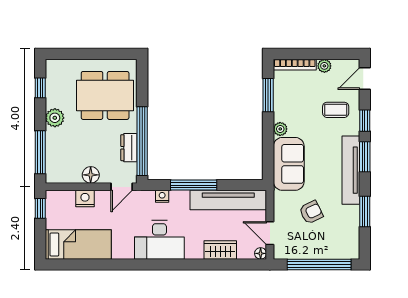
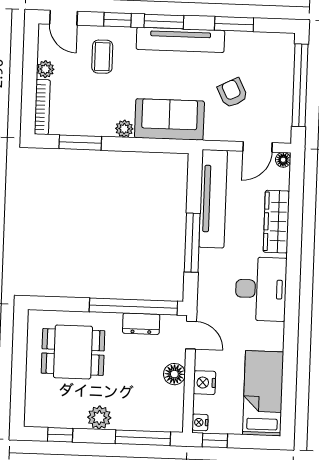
dining table: (105, 95) -> (73, 352), width x0.73
nightstand: (162, 196) -> (200, 422), moved
wardrobe: (220, 250) -> (276, 222), width x1.50

